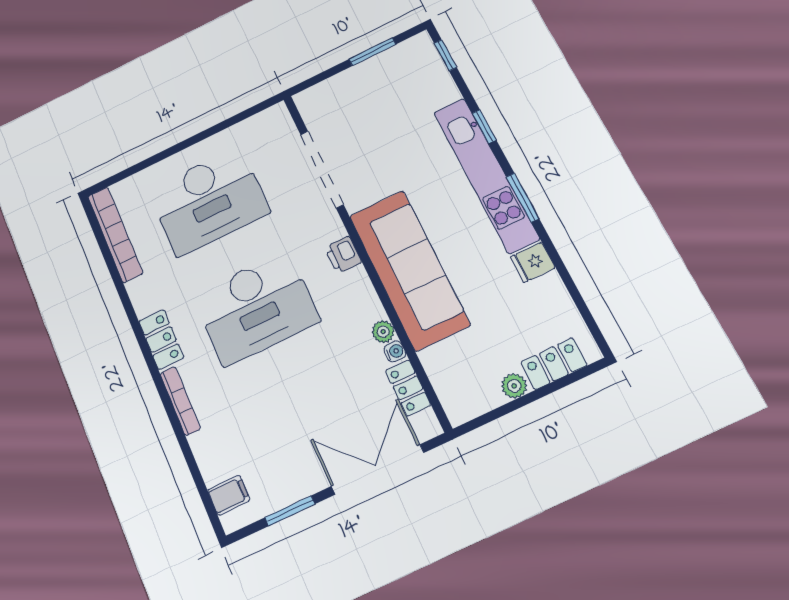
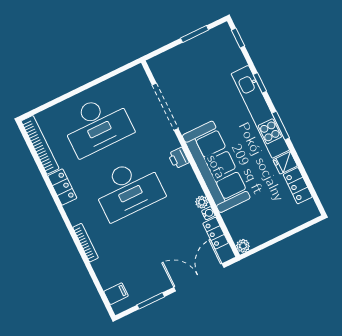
locker: (161, 339) -> (62, 187), moved
locker: (554, 364) -> (298, 186), moved, turned -90
plant: (514, 386) -> (243, 246), moved

